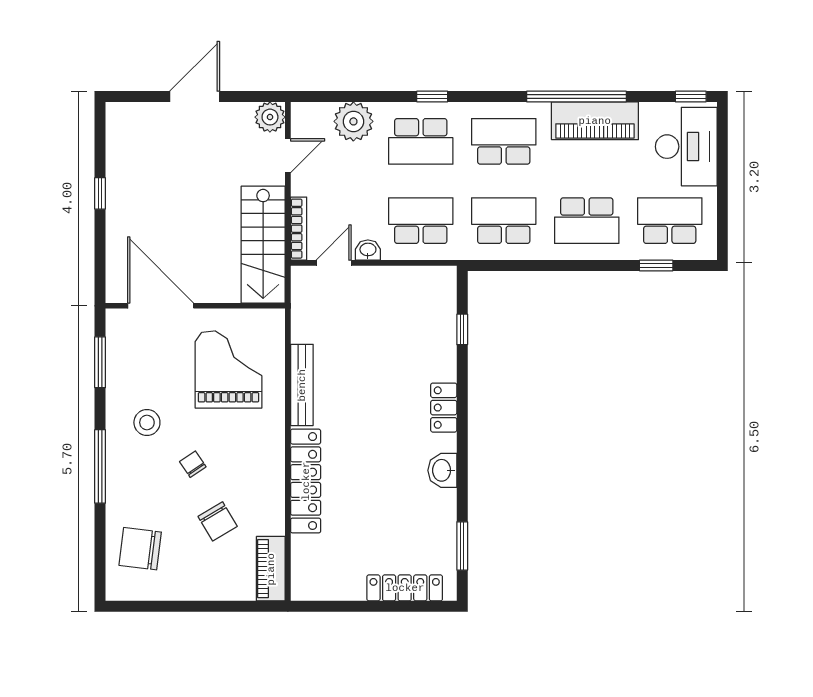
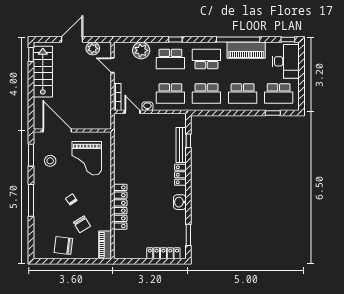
plant: (270, 117) -> (93, 48), moved
door: (288, 156) -> (113, 65), swing flipped
window: (100, 193) -> (31, 55), moved
school desk: (421, 221) -> (170, 94), turned 180
school desk: (504, 221) -> (206, 94), turned 180
school desk: (670, 221) -> (279, 94), turned 180
stairs: (263, 245) -> (43, 72), moved, turned 180
door: (334, 263) -> (132, 112), hinge flipped
grand piano: (228, 369) -> (87, 158), turned 180
bench: (302, 385) -> (181, 145), moved
stool: (147, 422) -> (50, 161), moved
chair: (140, 549) -> (63, 246), moved

